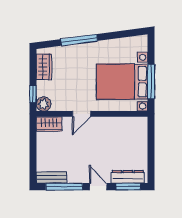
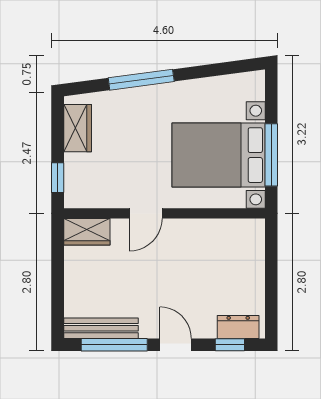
plant: (44, 104) -> (77, 195), removed
bench: (51, 177) -> (101, 328), width x1.36
dresser: (128, 177) -> (238, 327), width x0.70
window: (128, 187) -> (230, 345), width x0.67

